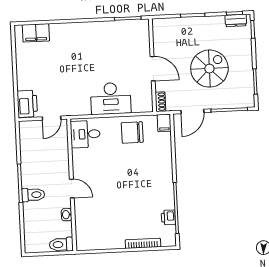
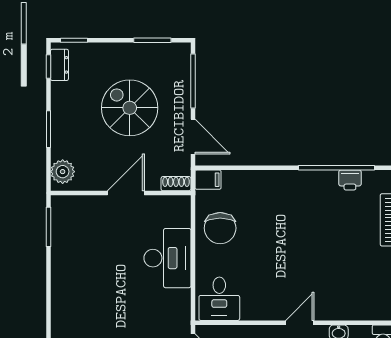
plant: (165, 26) -> (63, 172), added

